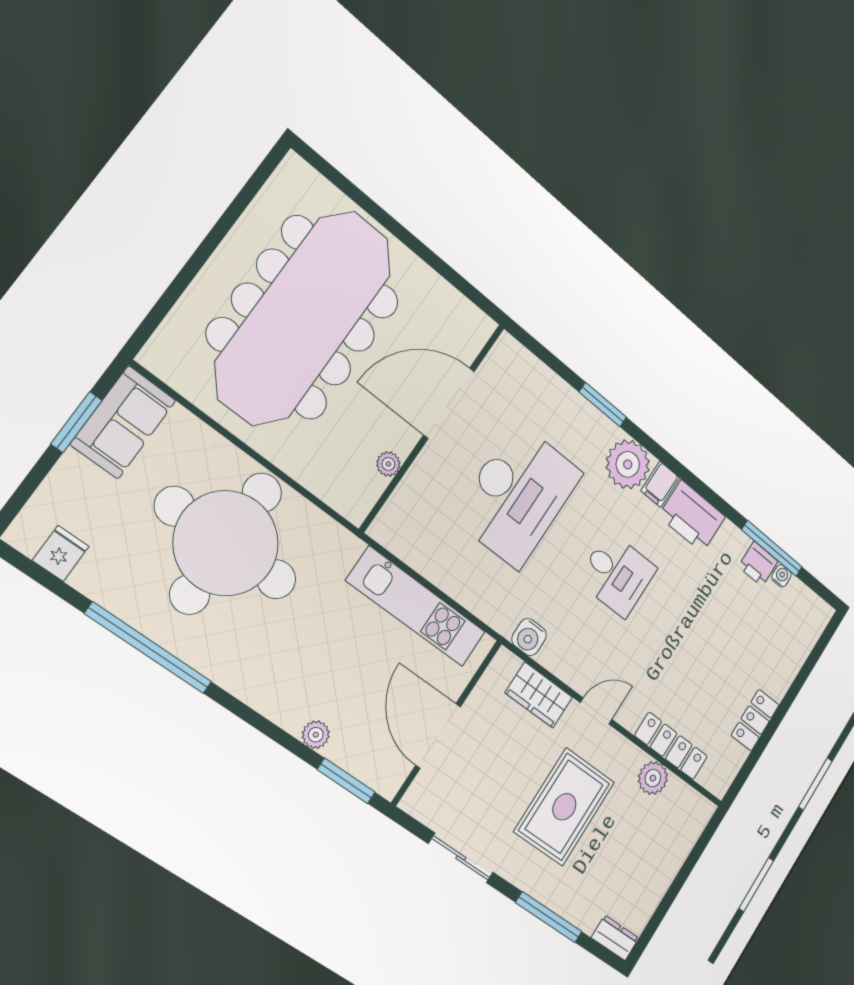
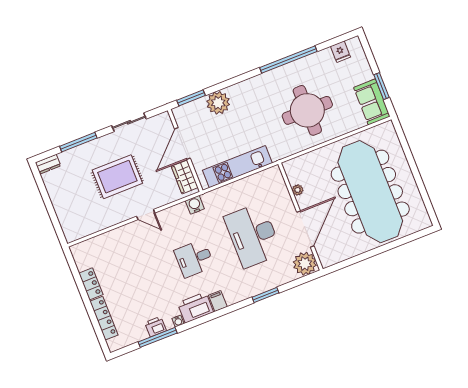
plant: (628, 464) -> (305, 264), moved
round table: (226, 543) -> (307, 110), width x0.73, depth x0.73
water cooler: (781, 576) -> (178, 321), moved
wardrobe: (539, 695) -> (185, 177), moved, turned -90
door: (596, 711) -> (146, 215), hinge flipped
plant: (316, 735) -> (218, 103), width x1.88, depth x1.88
door: (438, 736) -> (182, 144), swing flipped
locker: (671, 746) -> (104, 318), moved, turned -90
plant: (653, 778) -> (101, 222), removed
rug: (564, 807) -> (117, 177), turned 90

